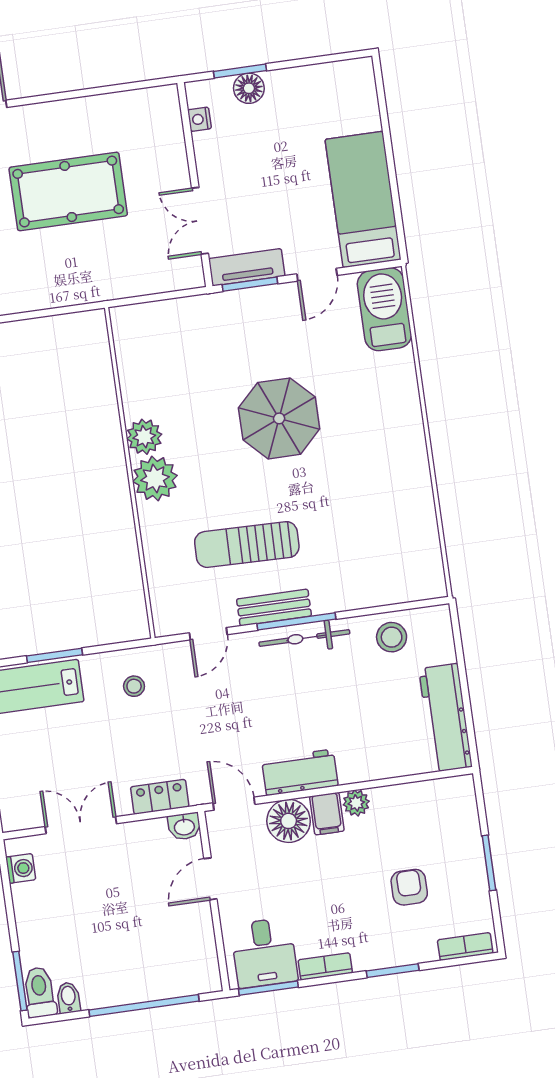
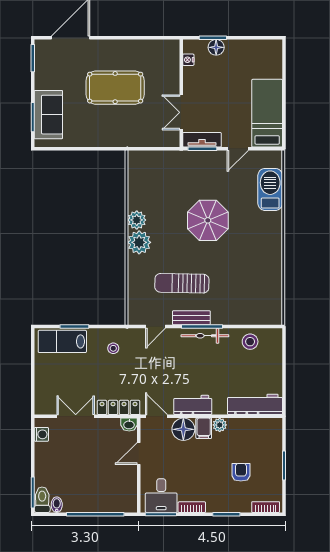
barbecue: (384, 309) -> (270, 189), moved
workbench: (445, 718) -> (255, 404), moved, turned 90
locker: (160, 797) -> (119, 407), width x1.53

